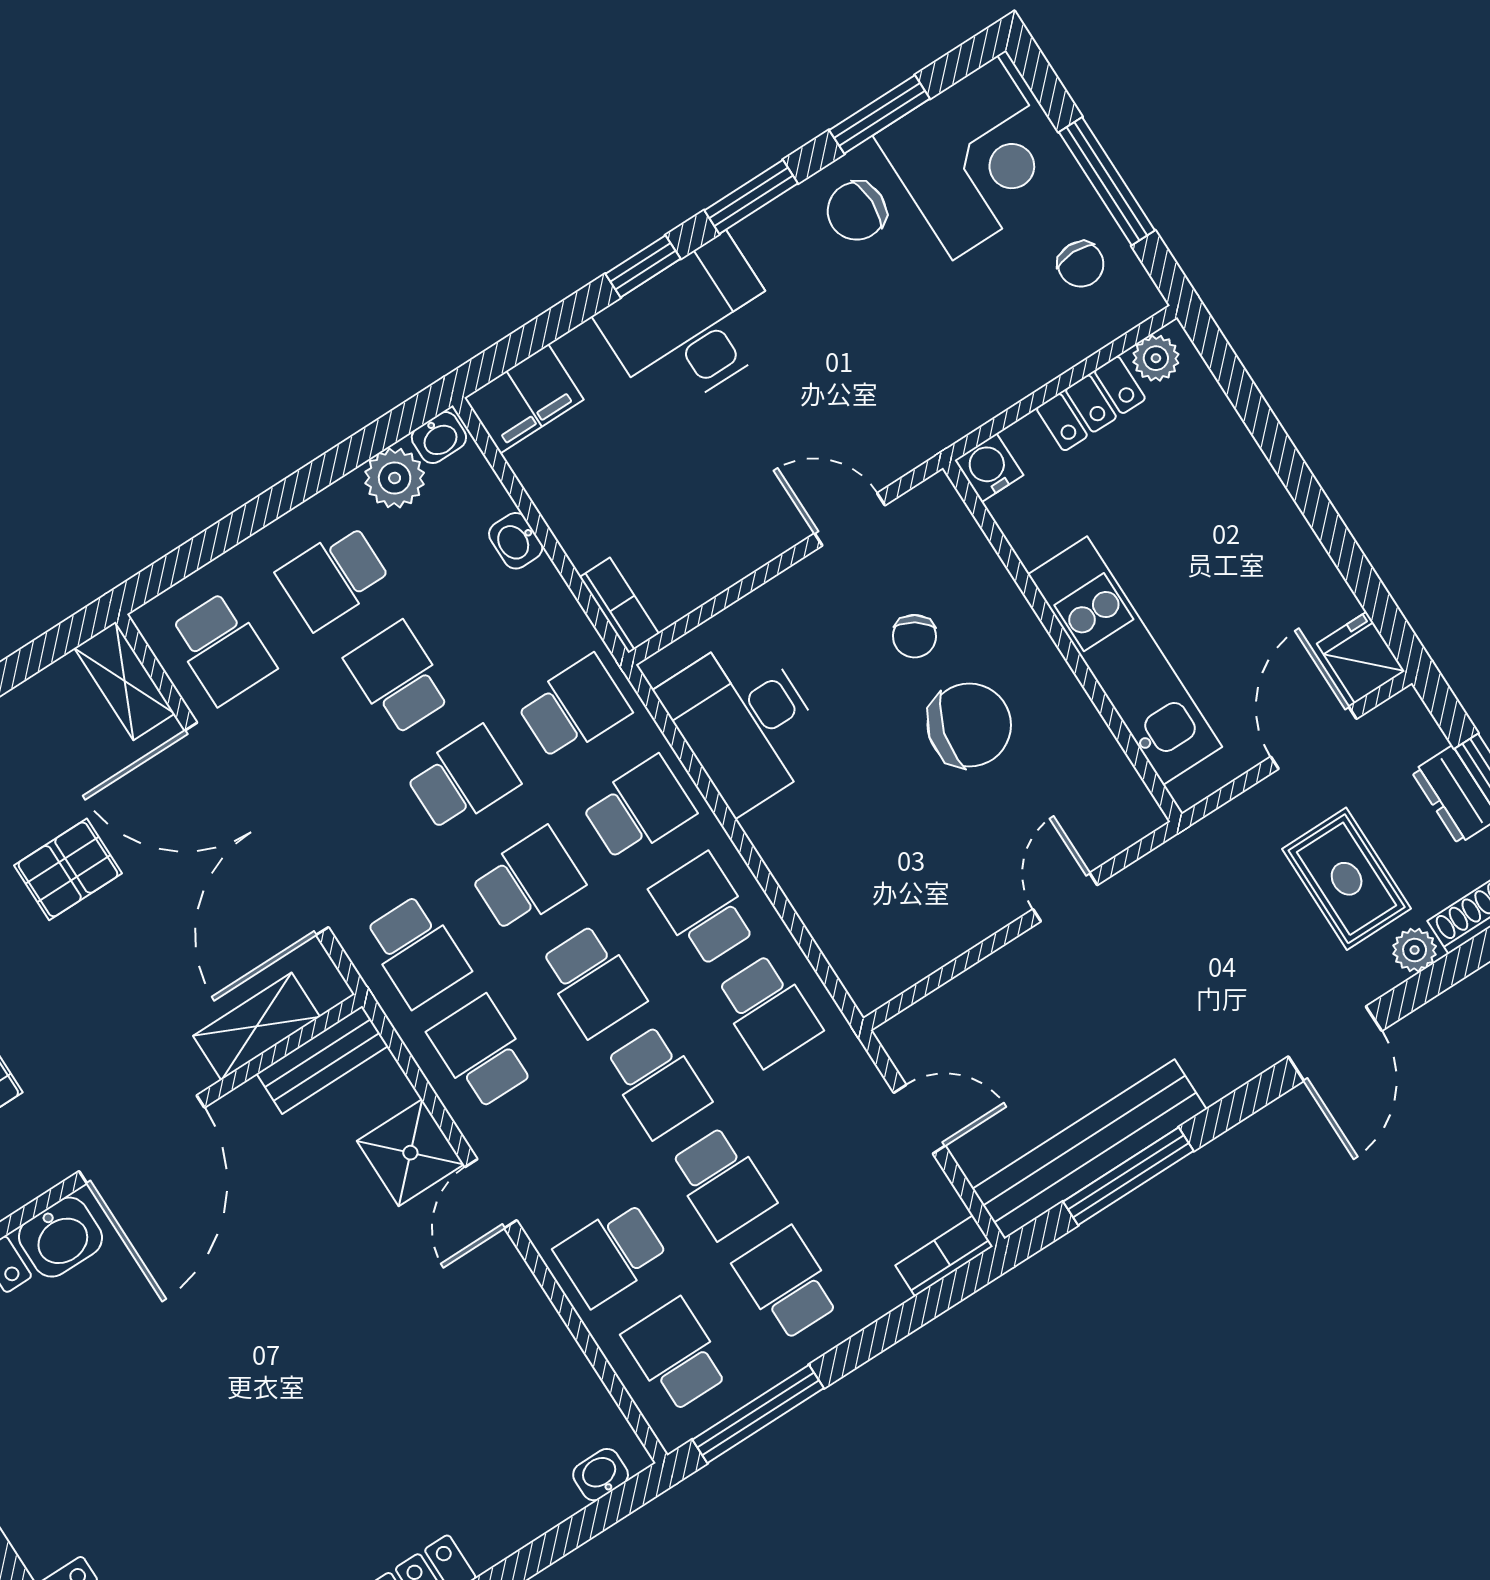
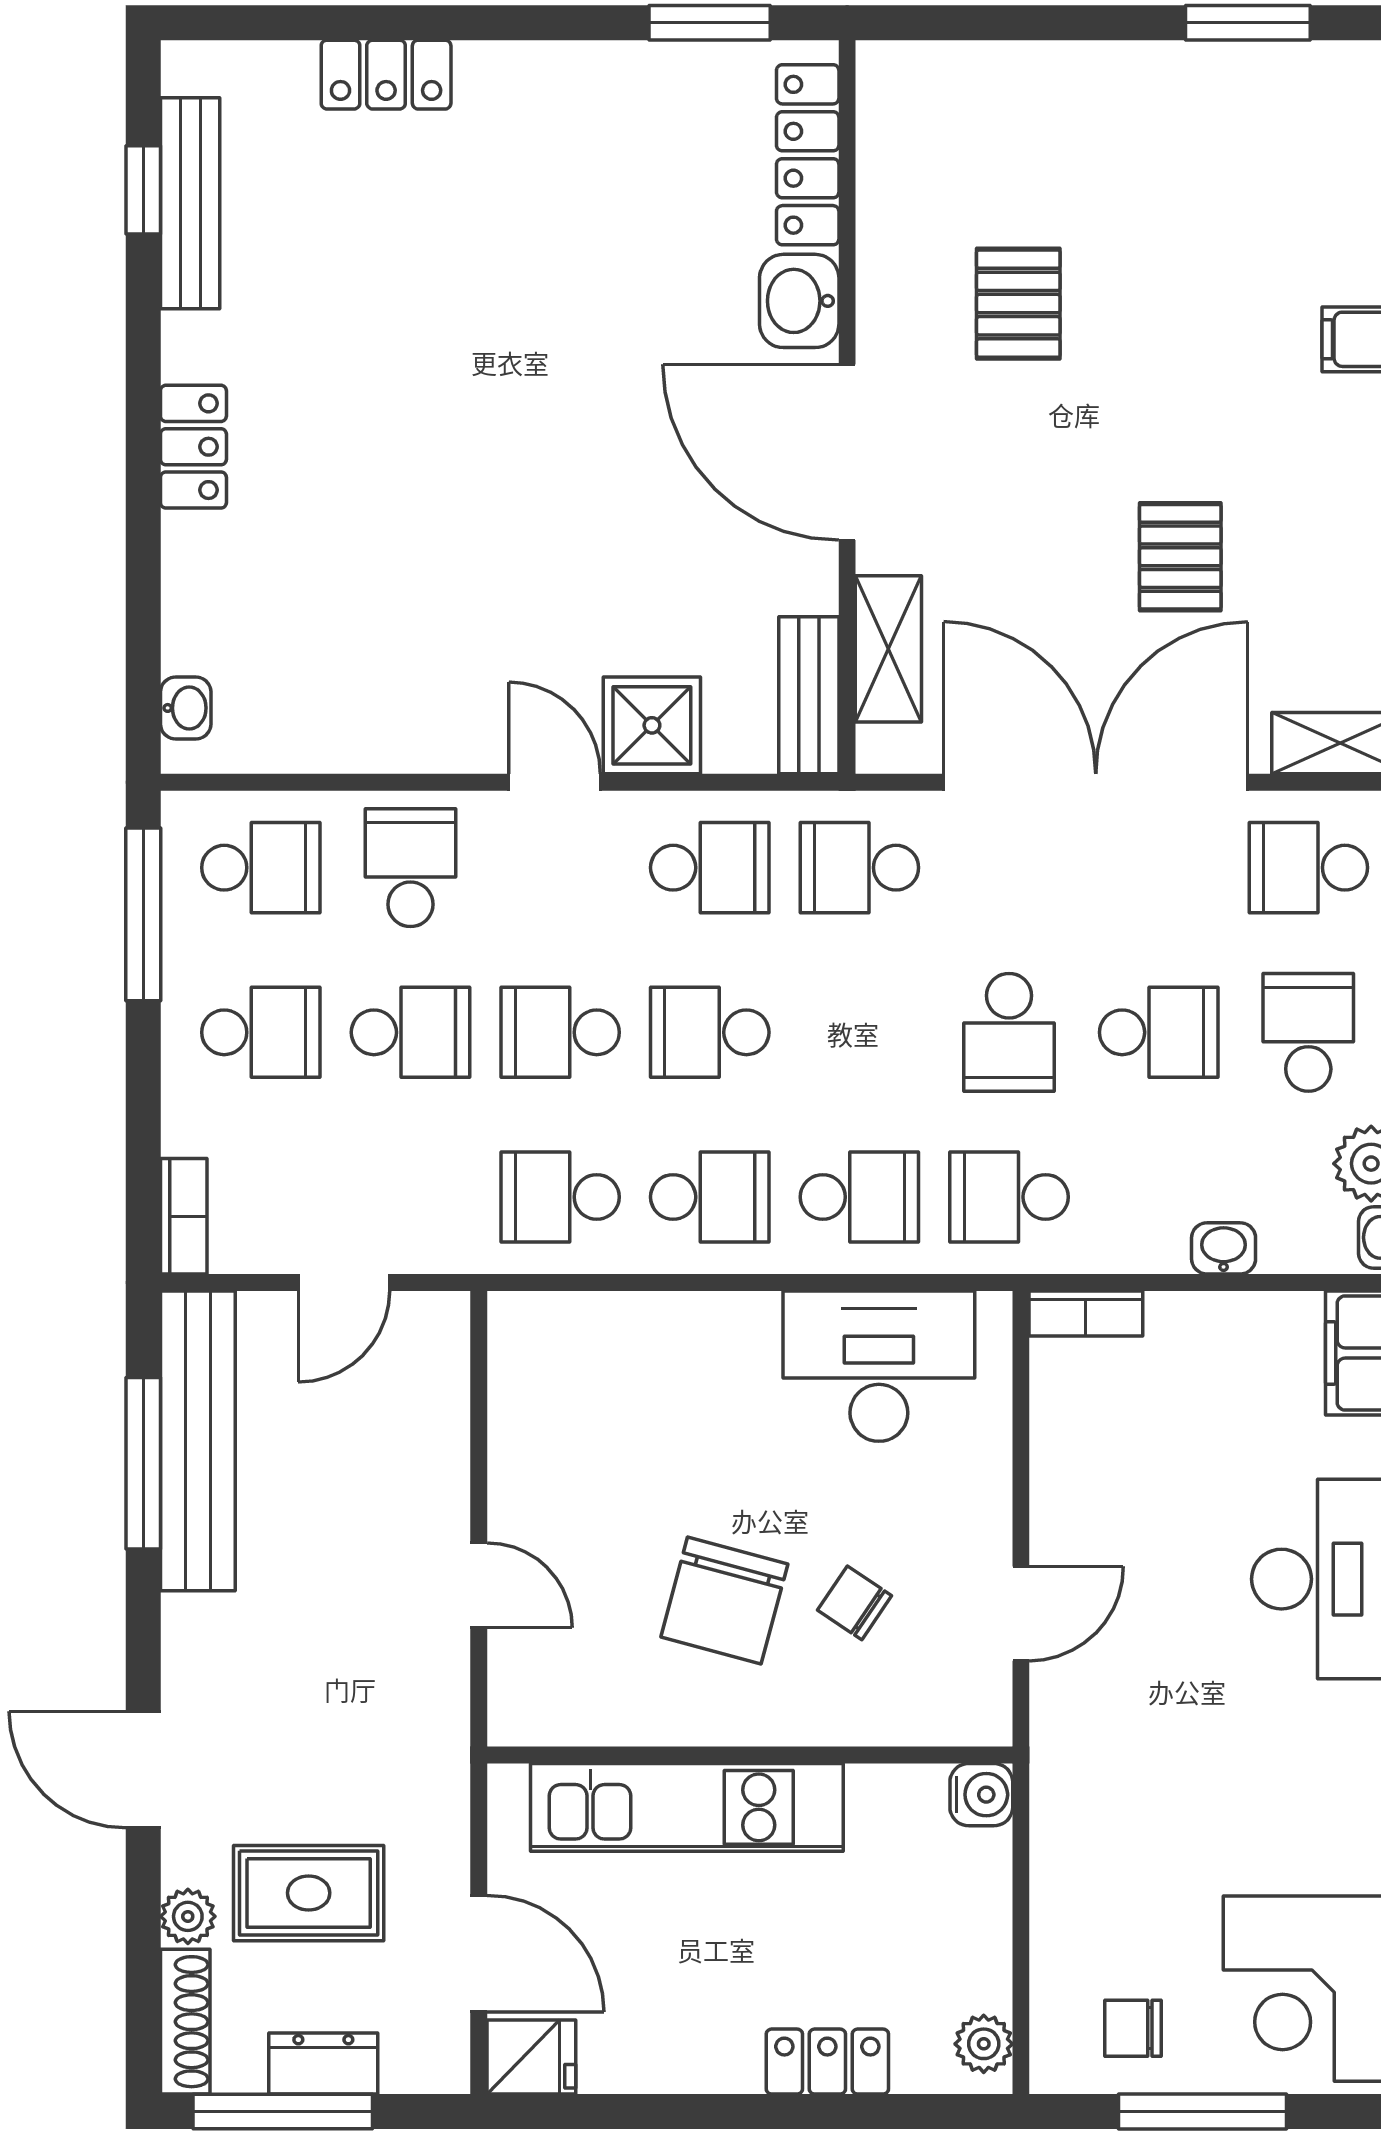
chair: (857, 211) -> (1340, 1829), removed
locker: (1091, 404) -> (827, 2062), moved, turned 90
school desk: (574, 708) -> (1009, 1197), turned 90
school desk: (639, 809) -> (859, 1197), turned -90
school desk: (528, 880) -> (859, 1032), removed
school desk: (722, 1183) -> (410, 1032), turned 180

